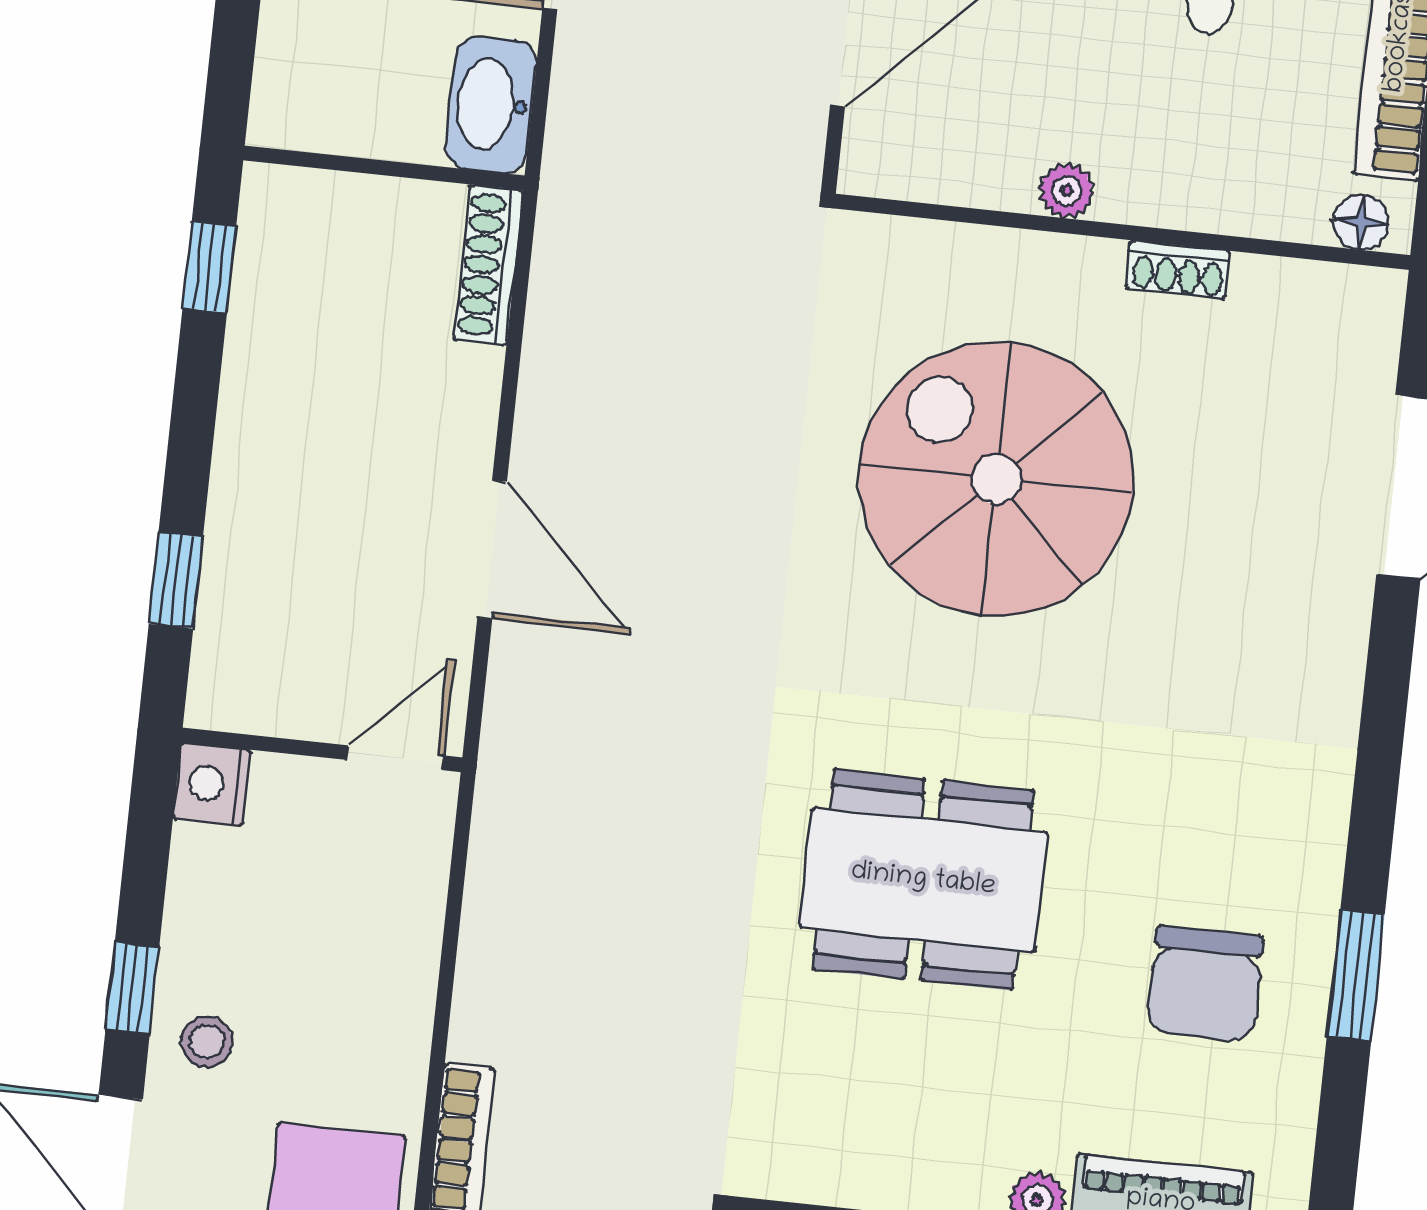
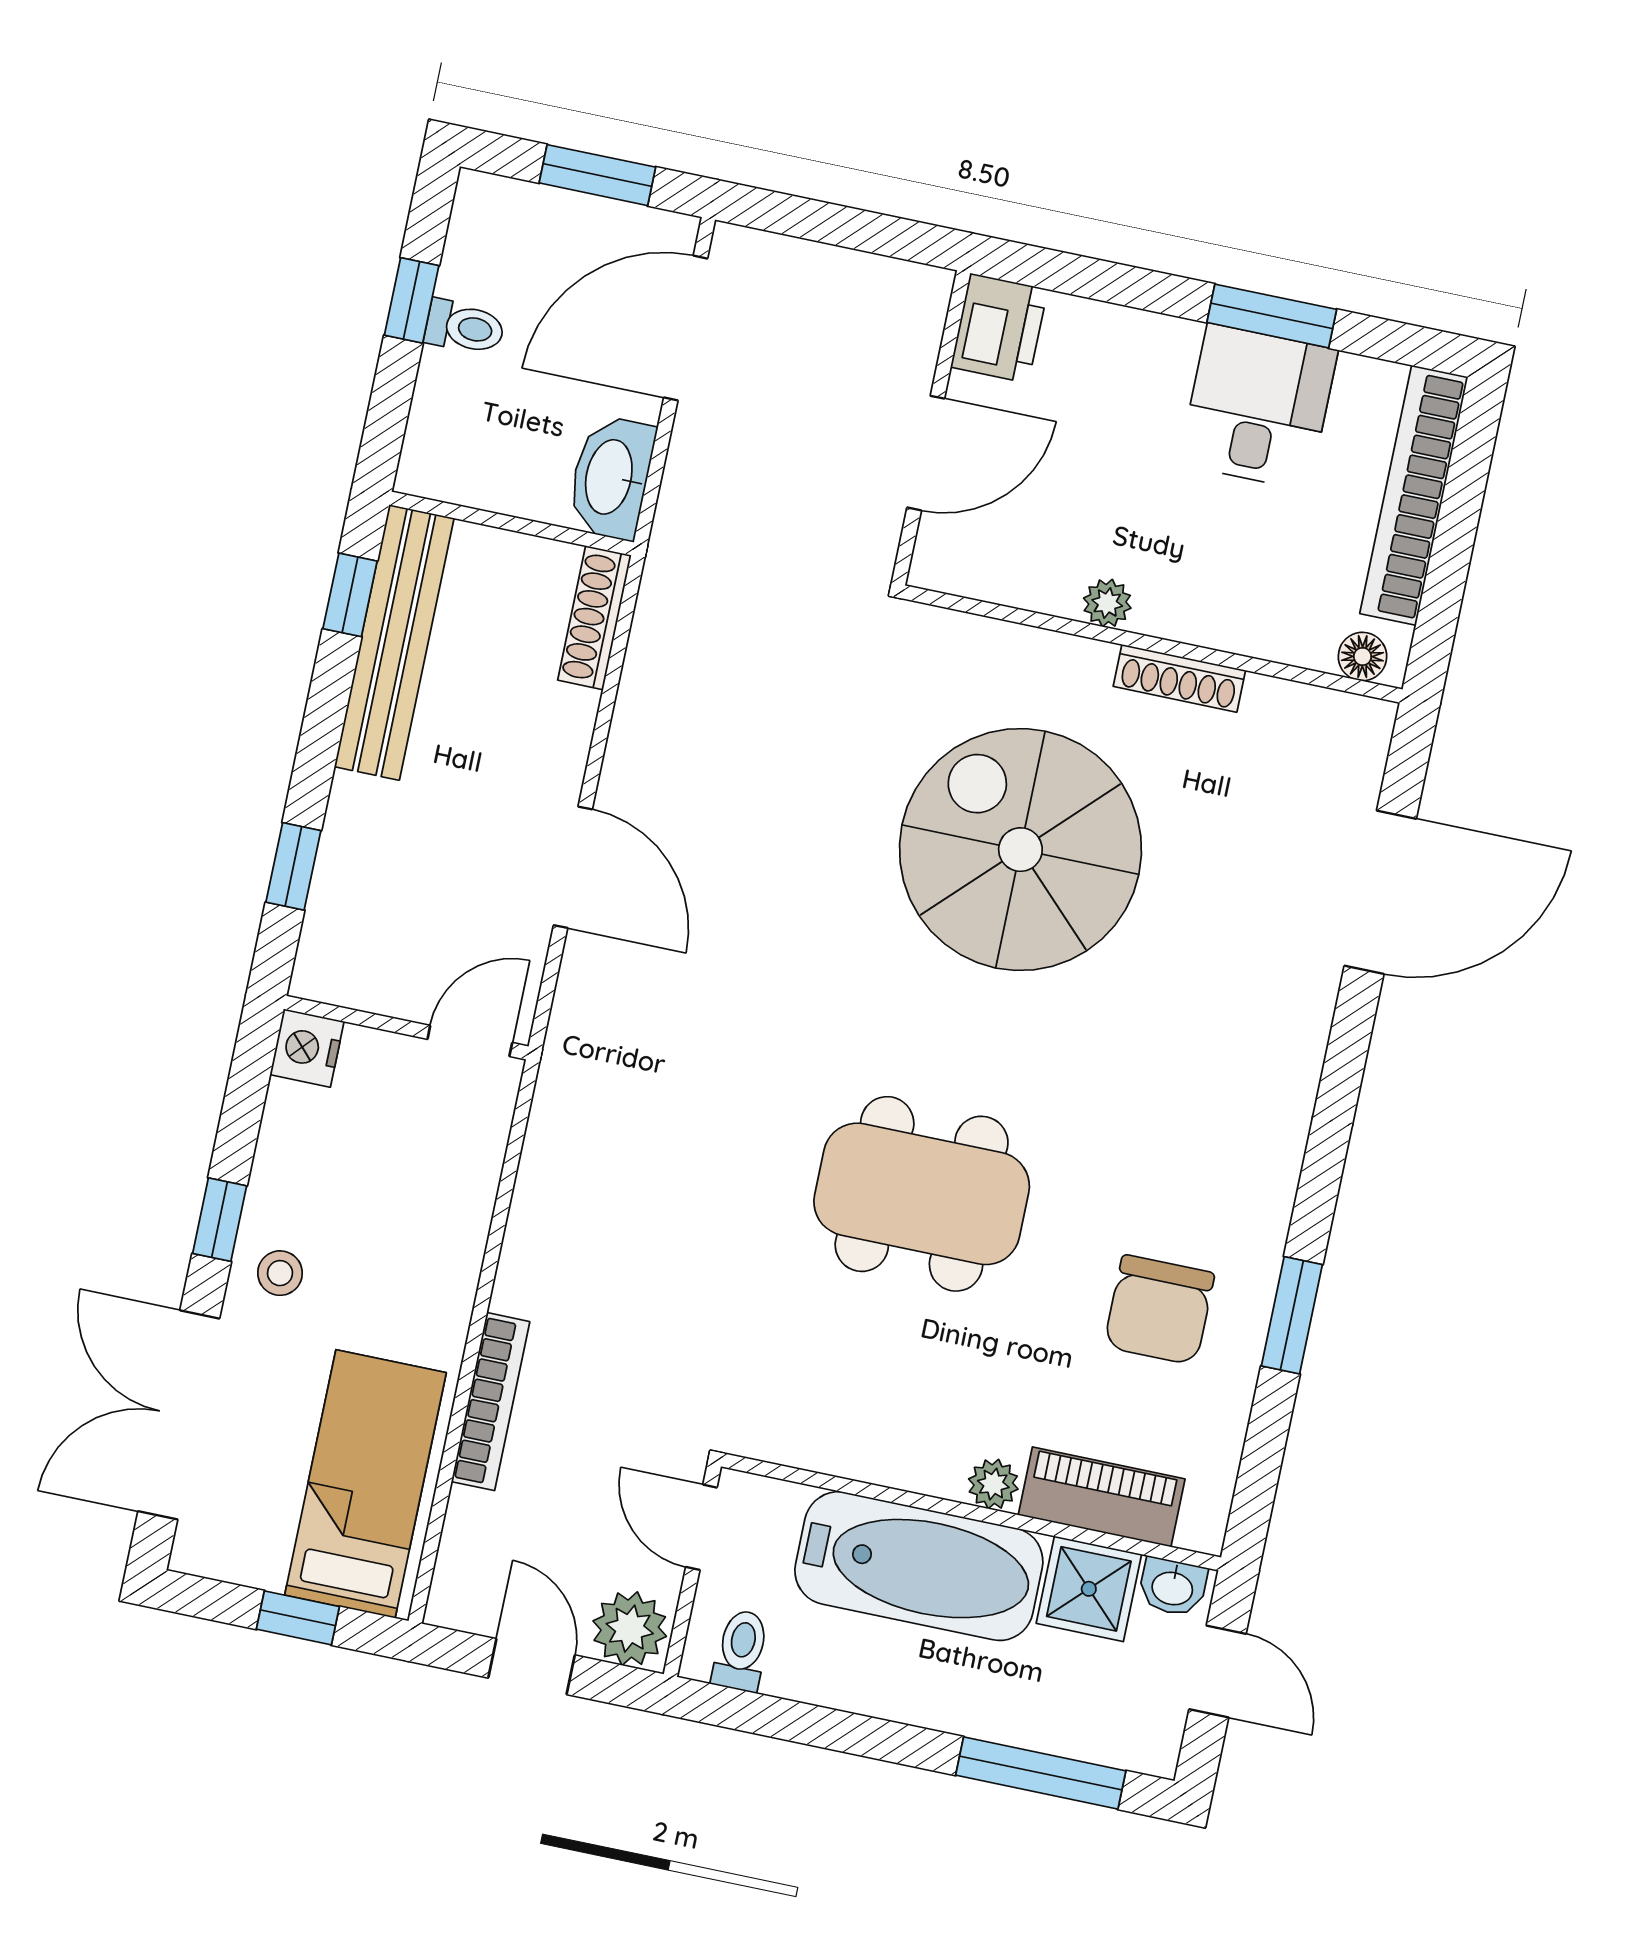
shoe rack: (1178, 270) -> (1179, 678), width x1.43
bench: (265, 316) -> (394, 642), added

